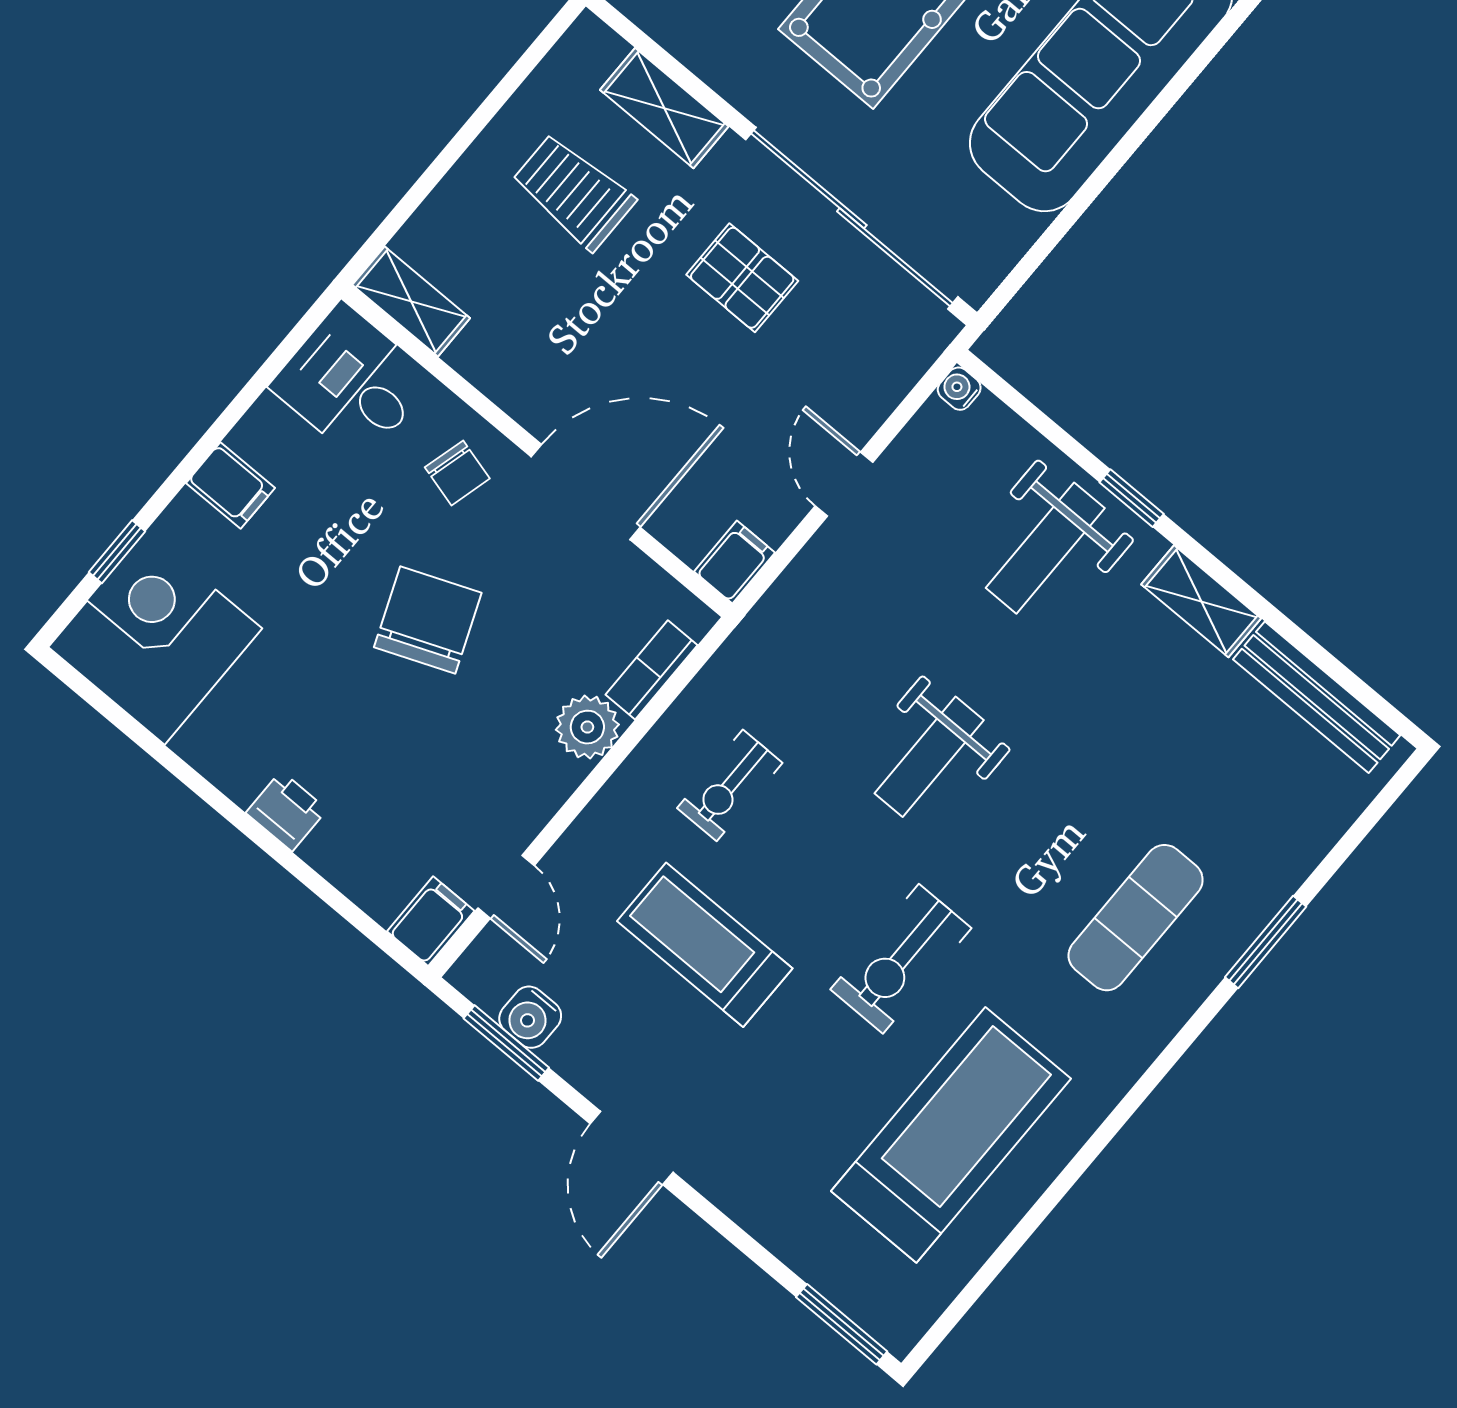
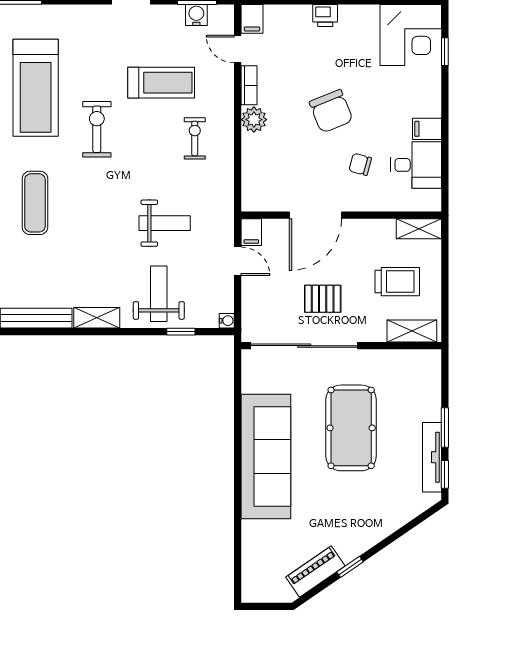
shelving: (664, 108) -> (412, 331), moved
shelving: (411, 301) -> (419, 229), moved
wall: (537, 451) -> (341, 215), moved
filing cabinet: (230, 486) -> (427, 129), moved
door: (586, 492) -> (315, 215), moved
window: (1132, 498) -> (181, 332), moved
filing cabinet: (735, 562) -> (251, 232), moved
bookcase: (651, 670) -> (249, 85), moved
weight bench: (929, 757) -> (165, 223), moved, turned 90

